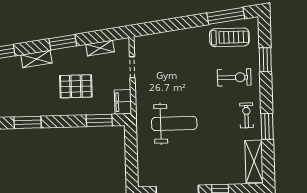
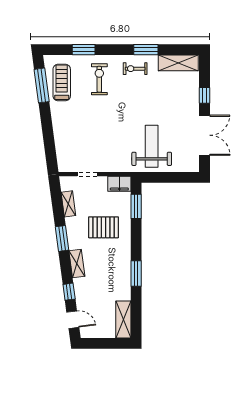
pallet: (76, 86) -> (103, 227), turned 90
weight bench: (174, 123) -> (152, 146), moved

